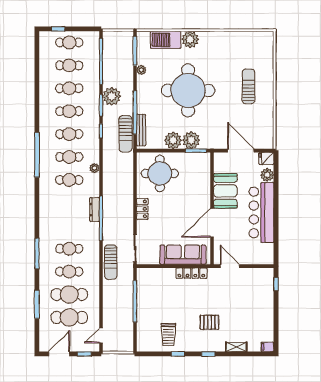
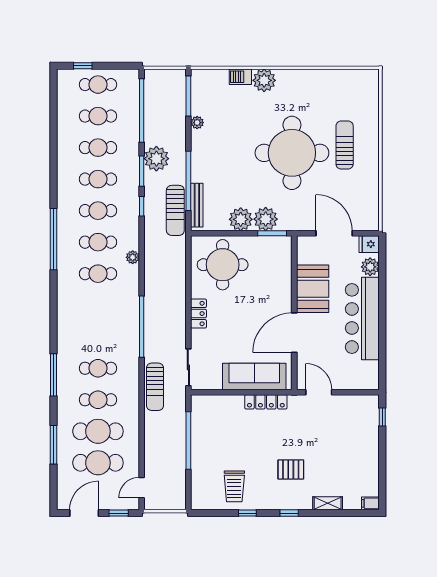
barbecue: (166, 40) -> (240, 77), width x0.53, depth x0.65
round table: (188, 90) -> (292, 153), moved
dresser: (95, 209) -> (133, 314), removed

